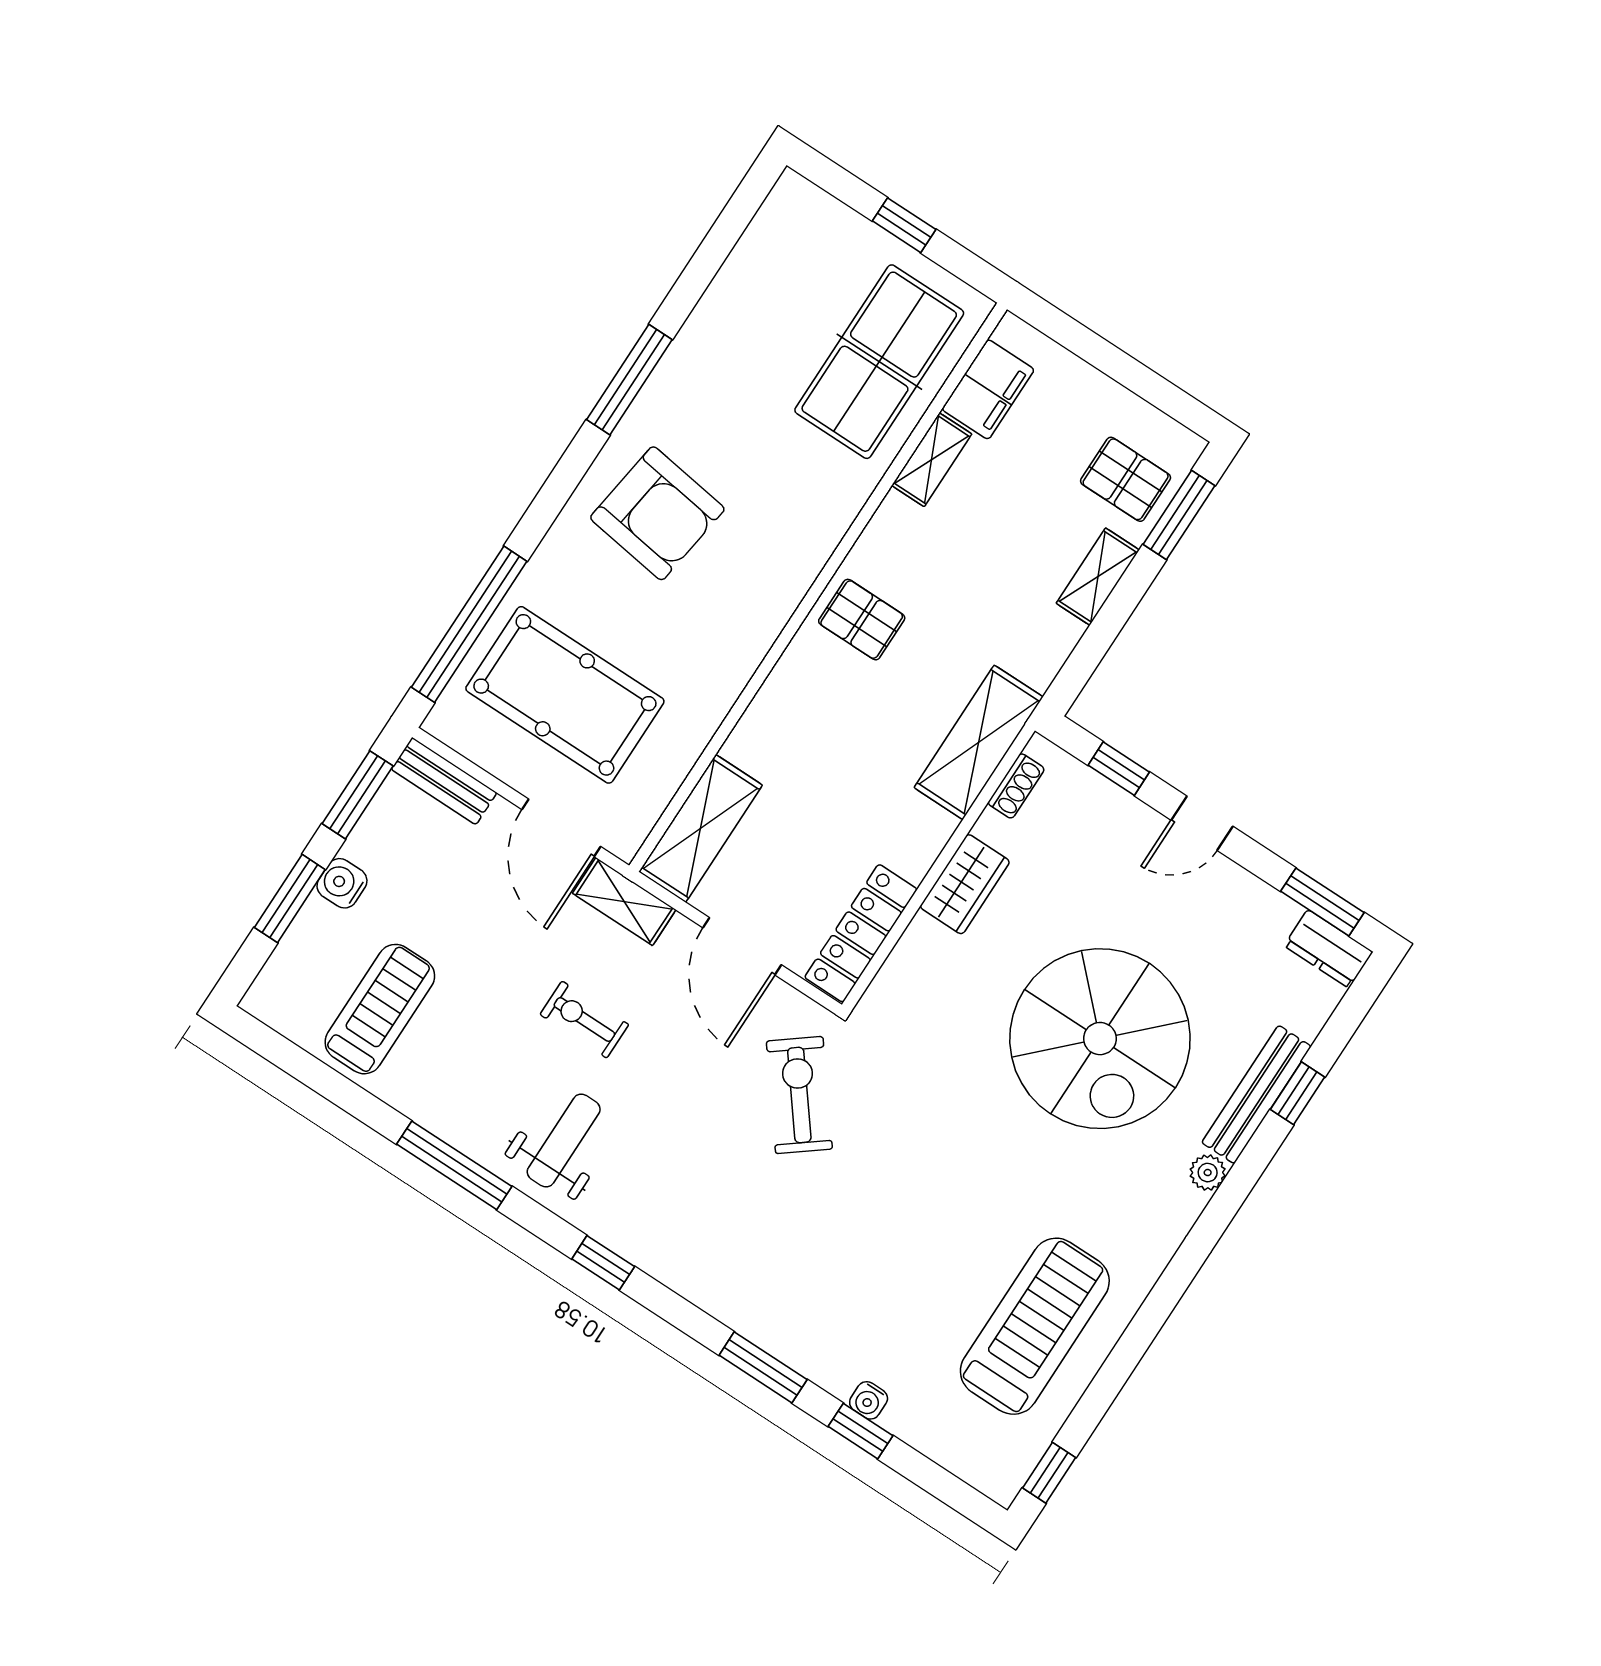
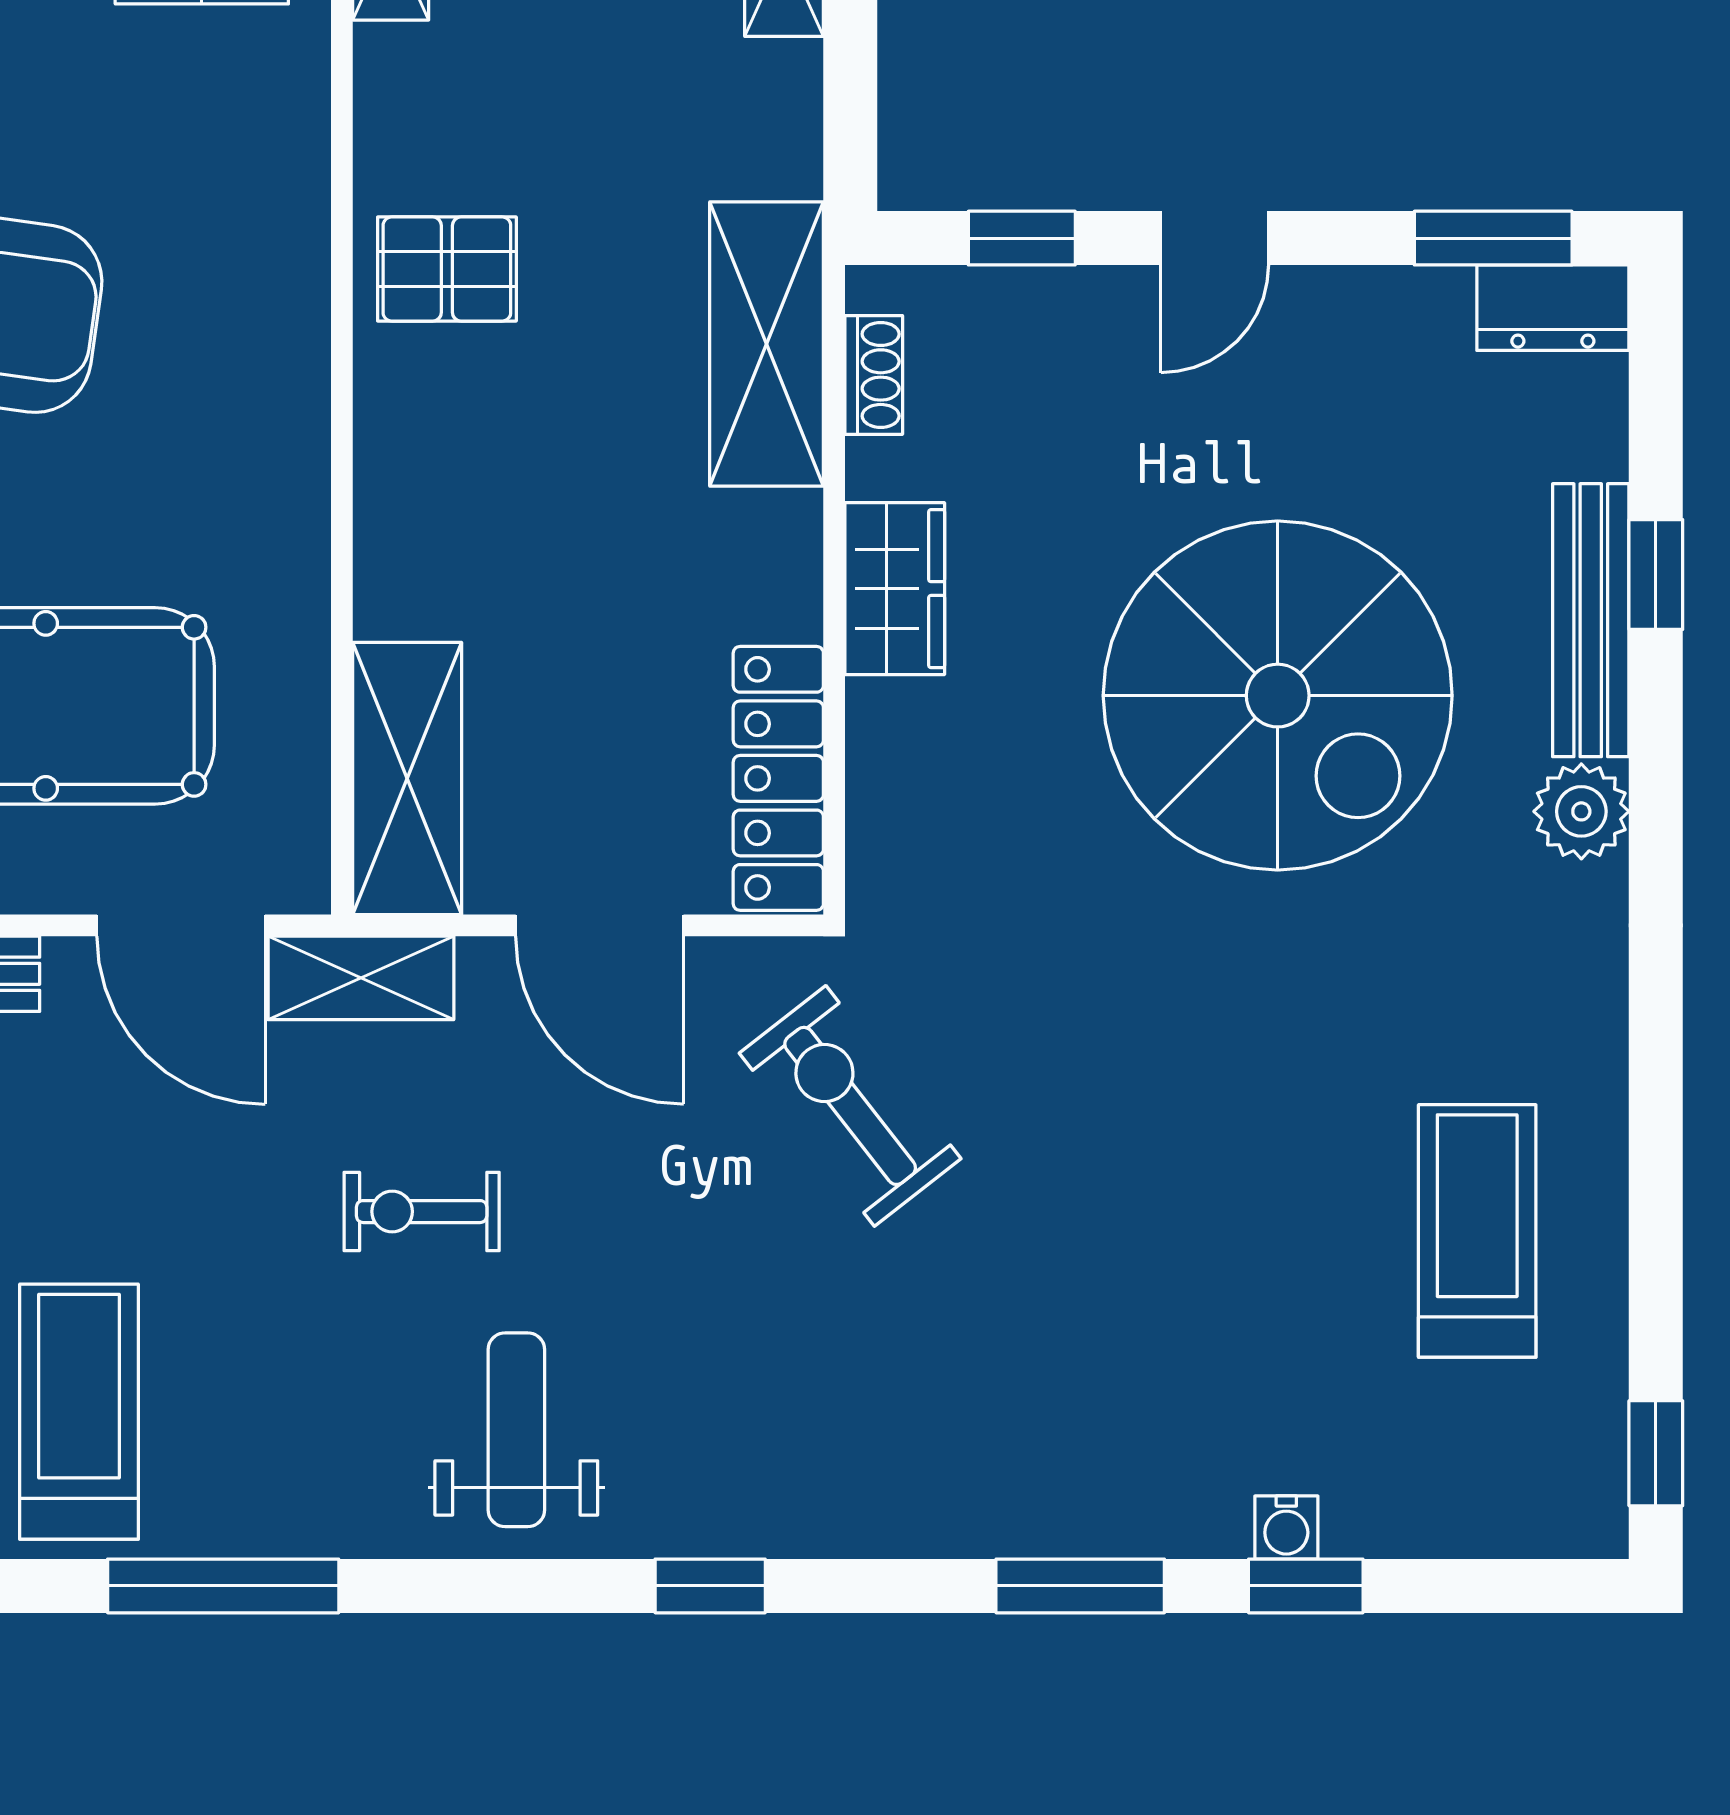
window: (454, 1165) -> (223, 1586), moved
plant: (1208, 1173) -> (1581, 811), width x1.38, depth x1.38
treadmill: (1035, 1326) -> (1477, 1231), width x0.73, depth x0.73

